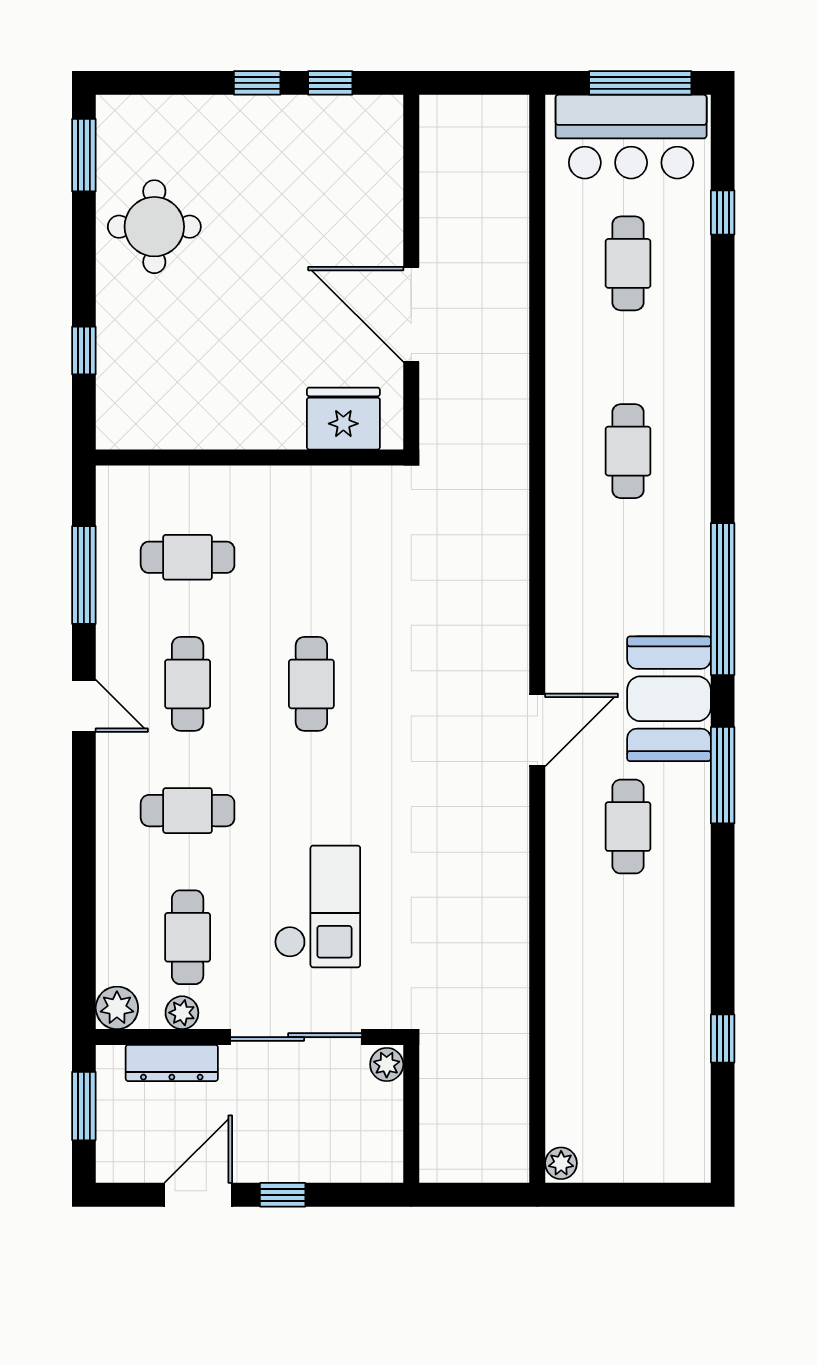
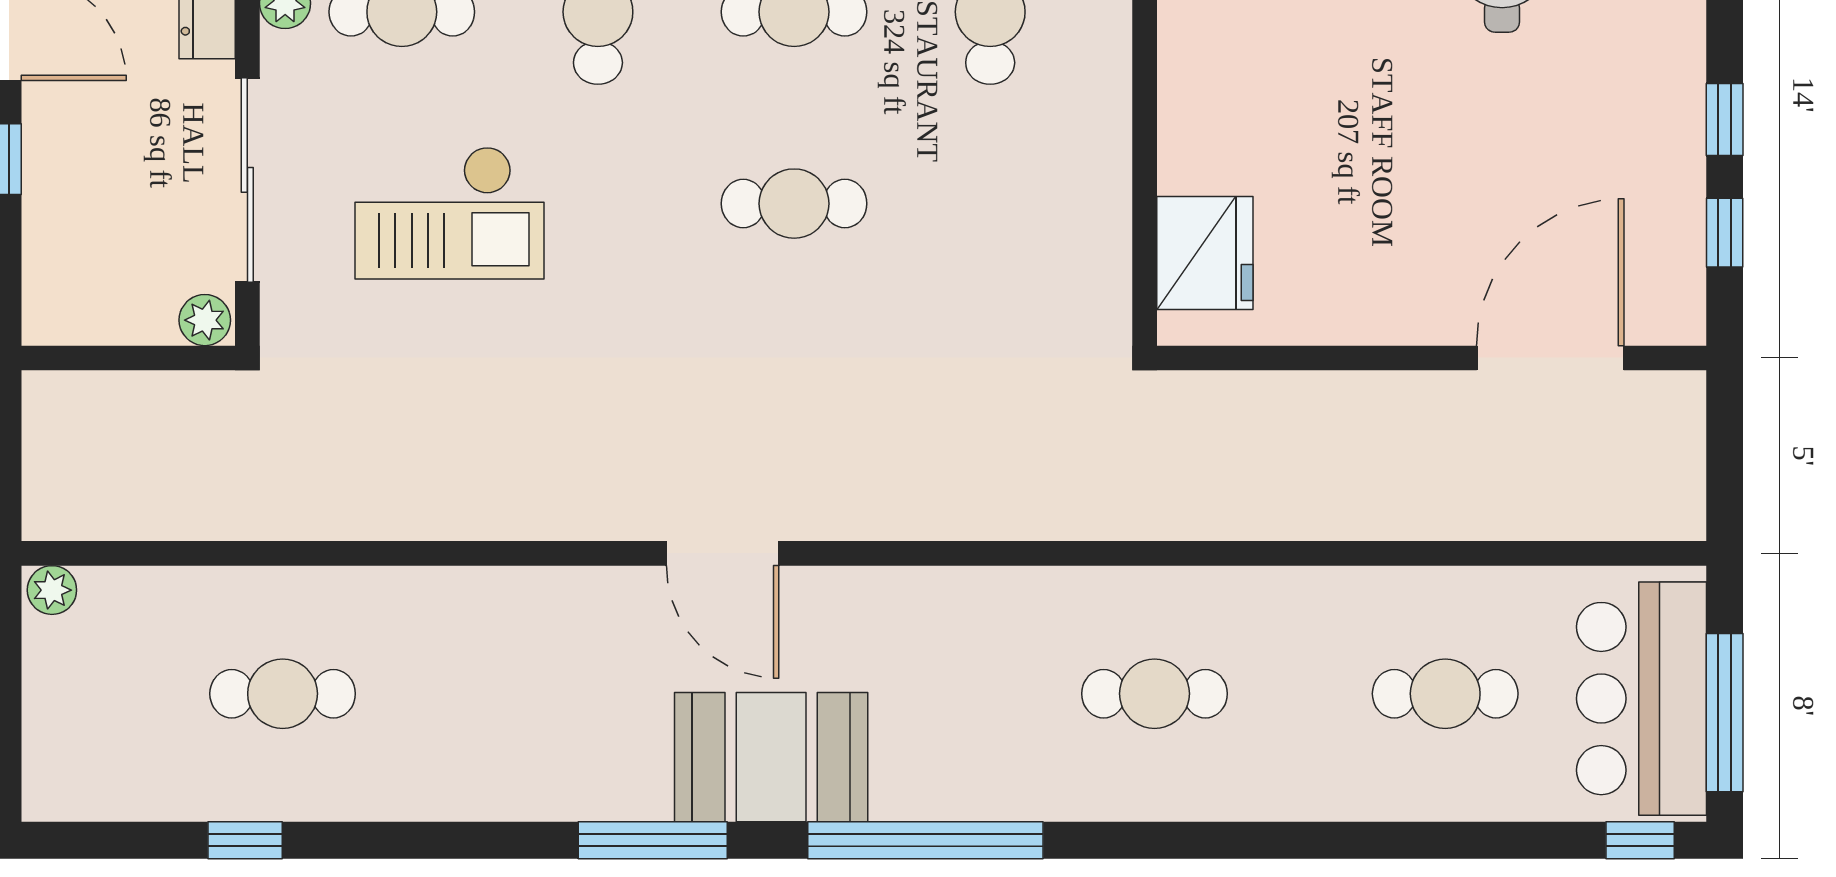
window: (723, 212) -> (1640, 840), moved
door: (411, 314) -> (1550, 358), moved
cafe table: (628, 827) -> (283, 694), moved

